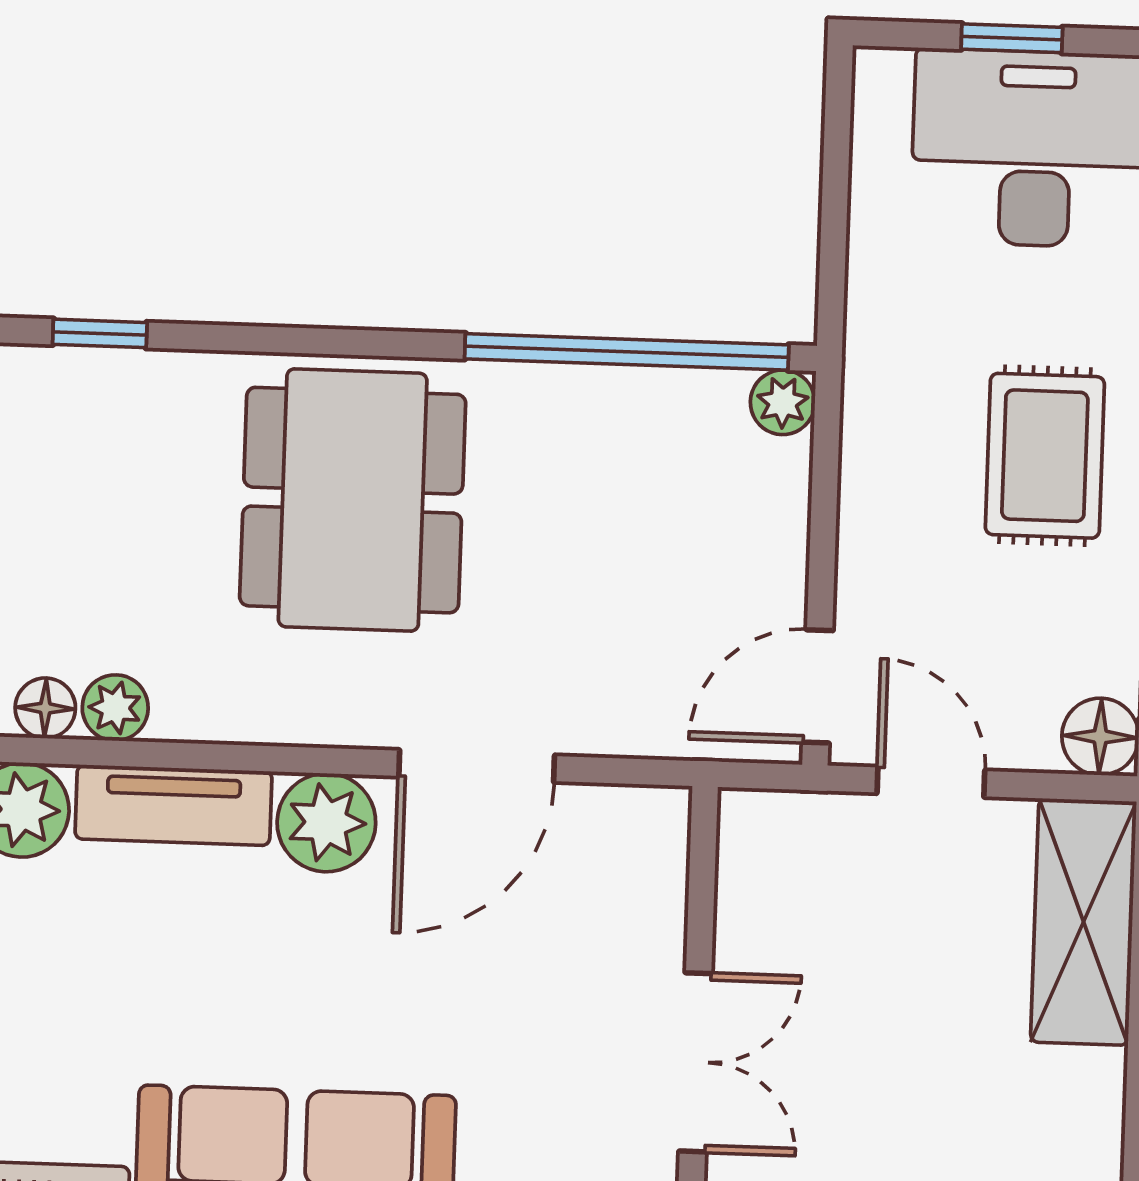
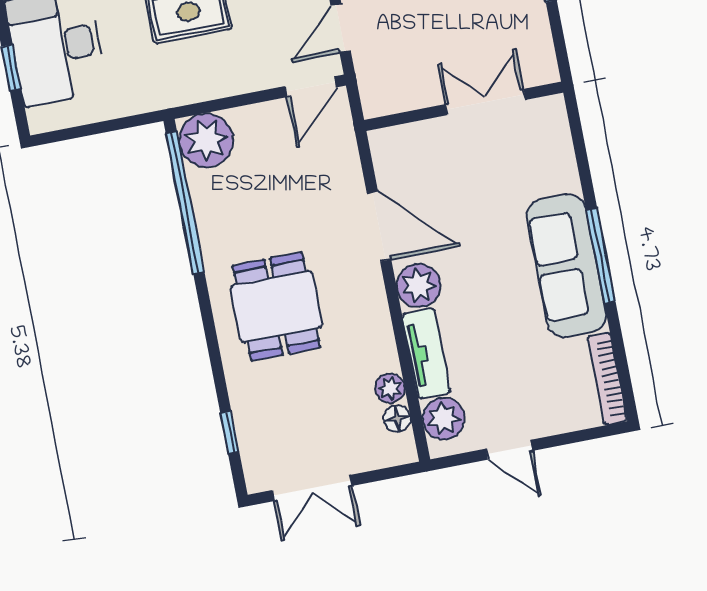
plant: (783, 402) -> (206, 140), width x1.87, depth x1.87
dining table: (353, 500) -> (277, 306), width x0.73
door: (818, 686) -> (311, 87), hinge flipped

